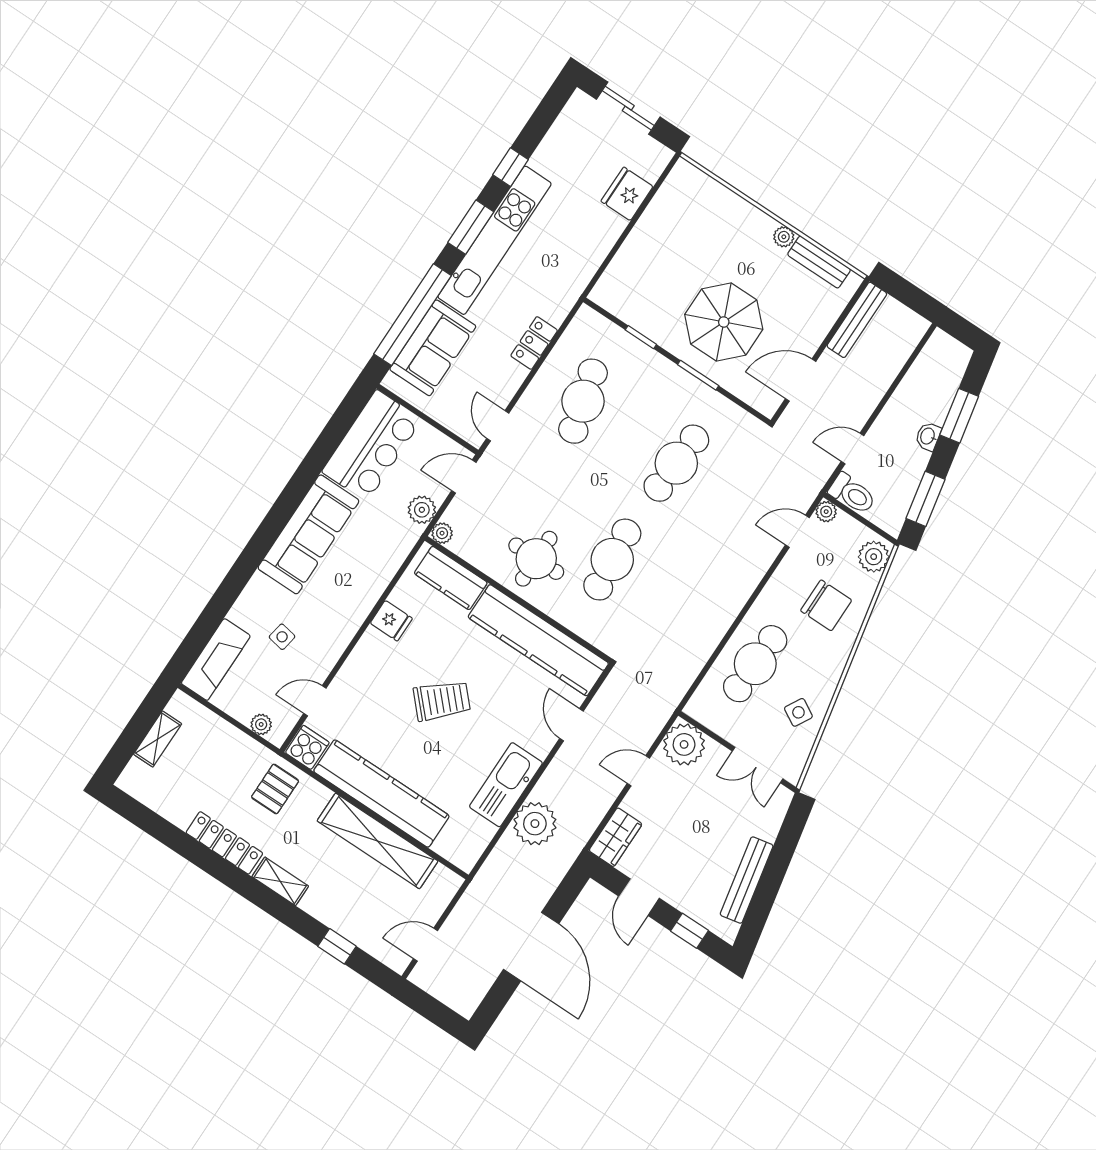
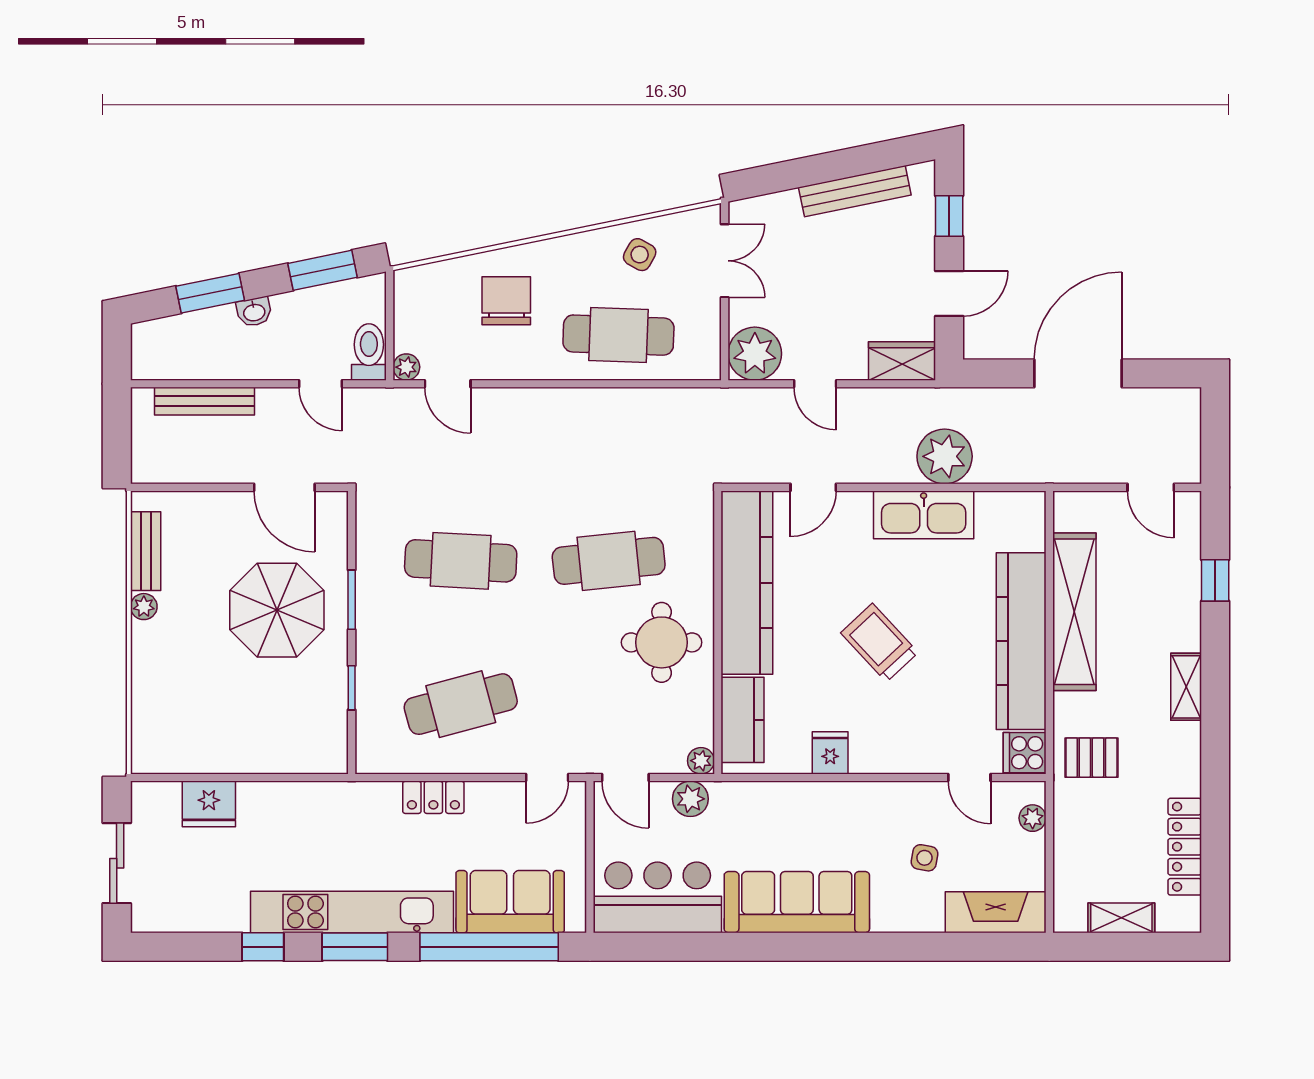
bench: (857, 320) -> (205, 401), moved
plant: (874, 557) -> (421, 285), removed
locker: (224, 843) -> (1185, 847), moved

